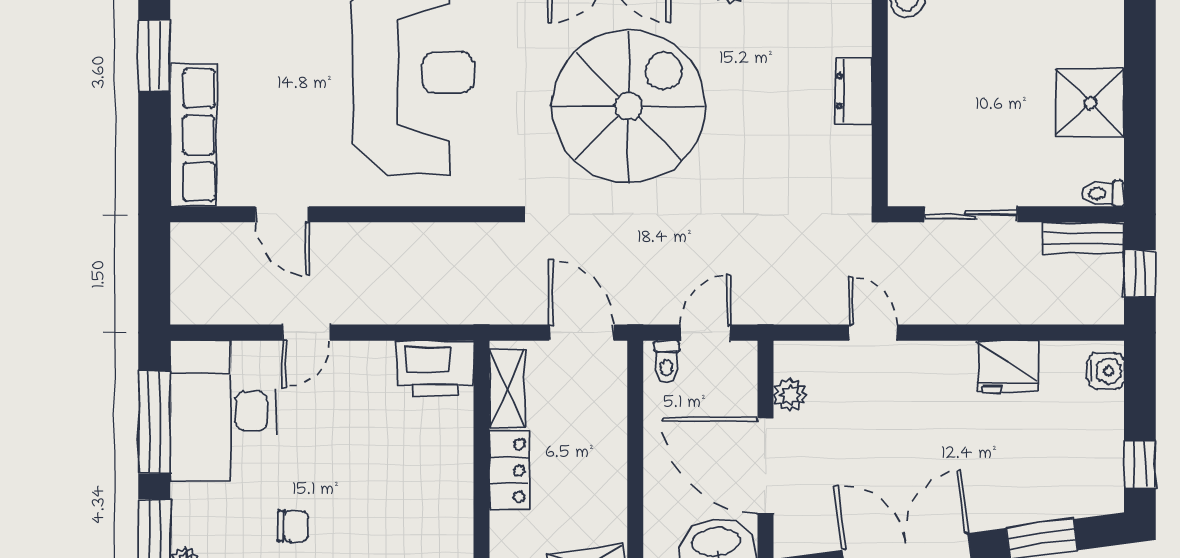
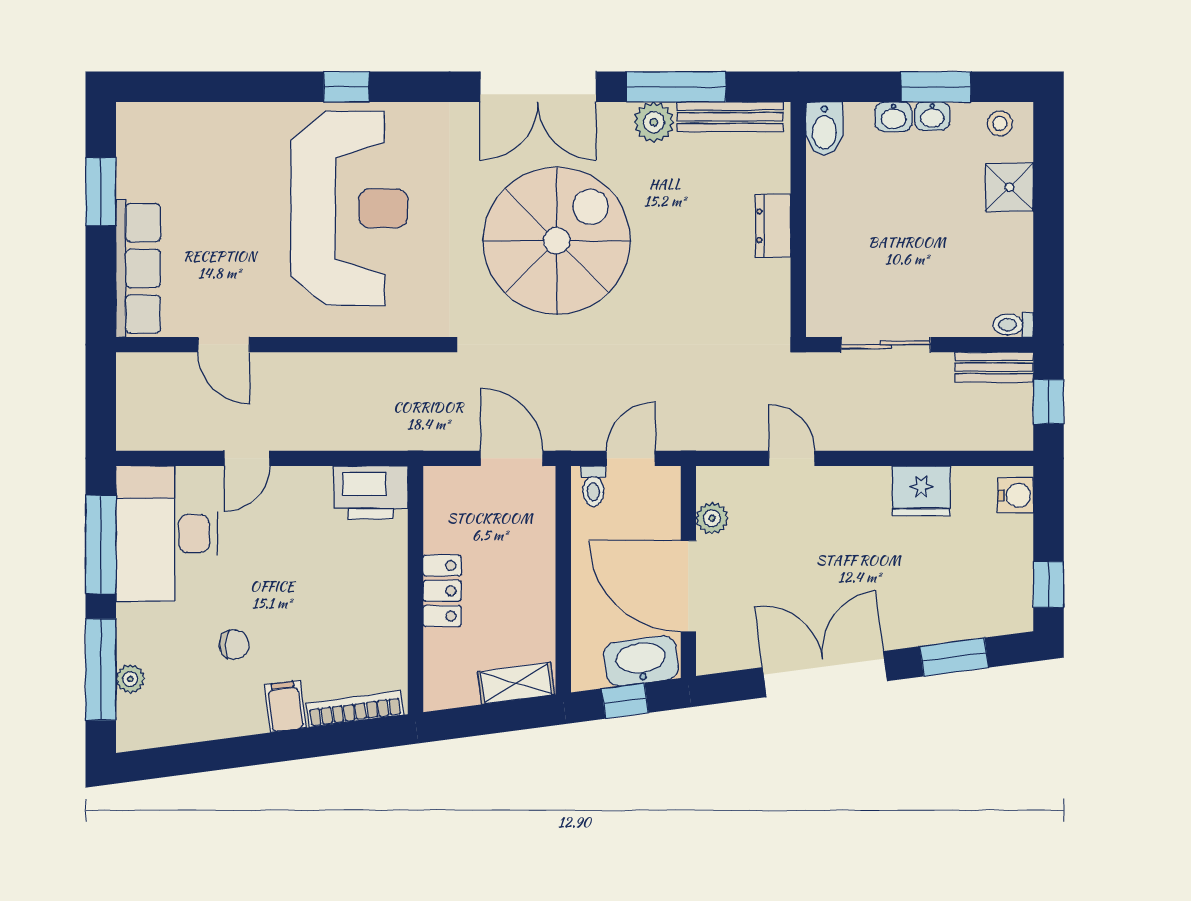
shower: (1090, 103) -> (1009, 187), moved, width x0.73, depth x0.73
shelving: (507, 389) -> (440, 512), removed

